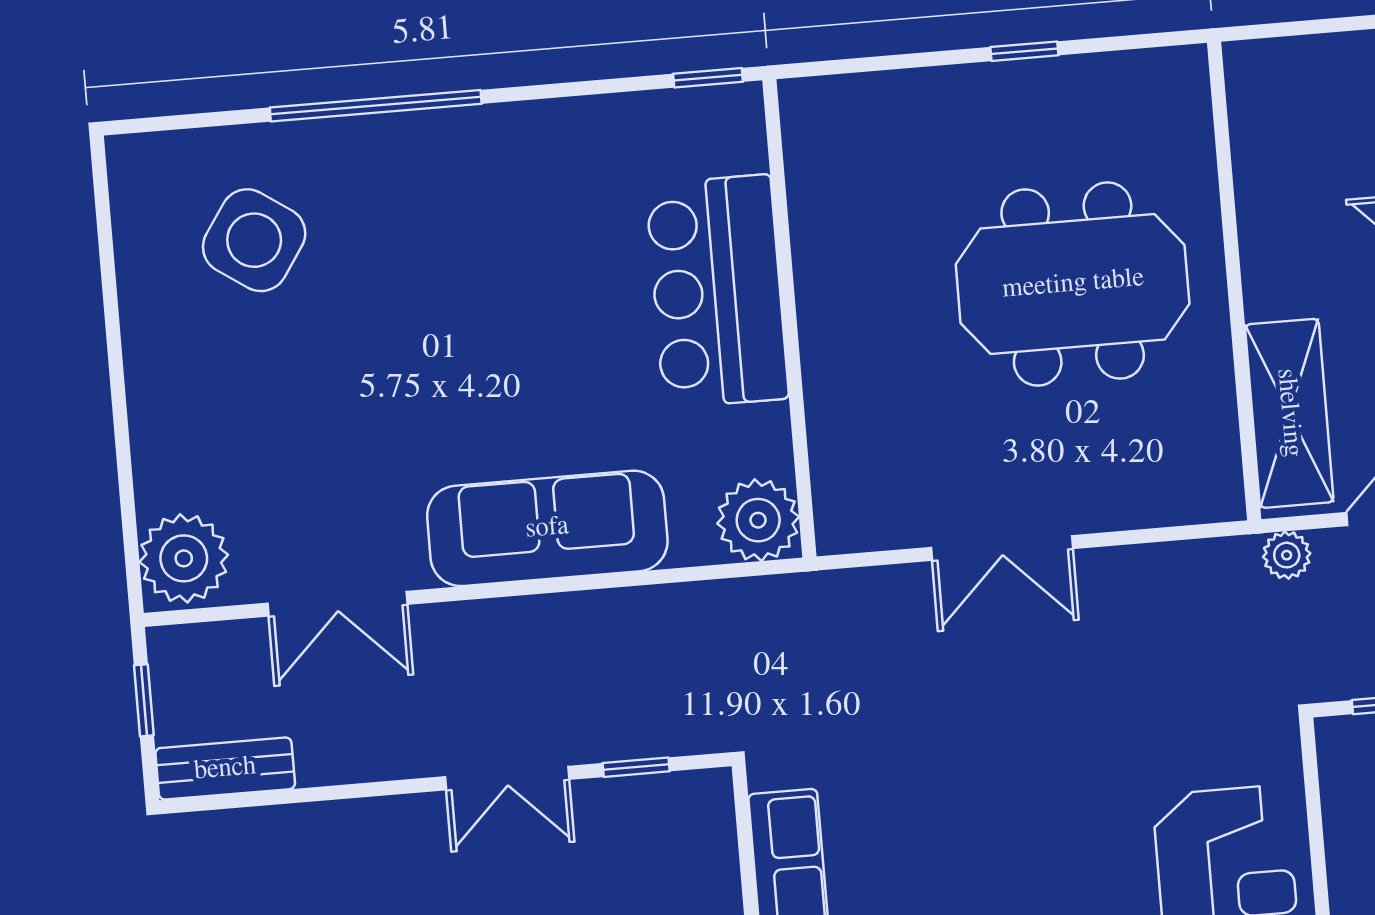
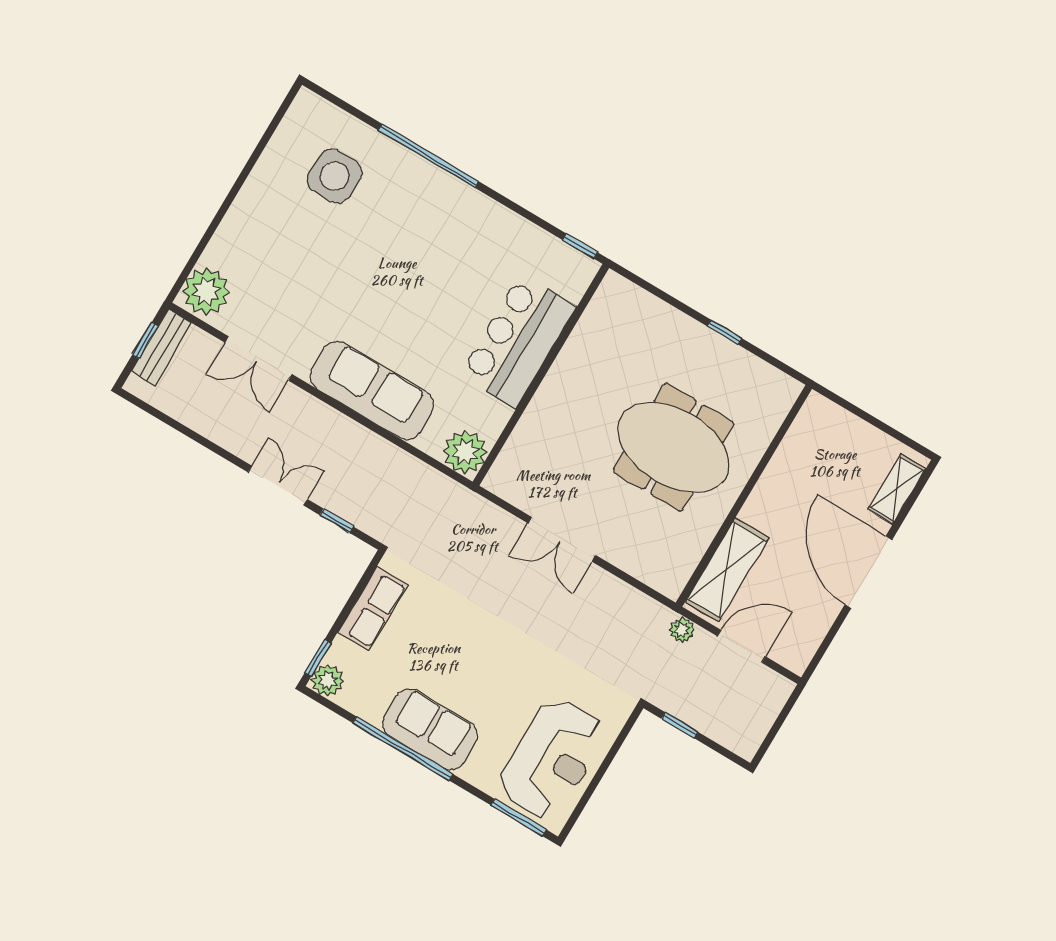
side table: (254, 240) -> (335, 176), turned -34
bench: (225, 769) -> (162, 347), moved, turned 90
double door: (507, 778) -> (278, 486), swing flipped

